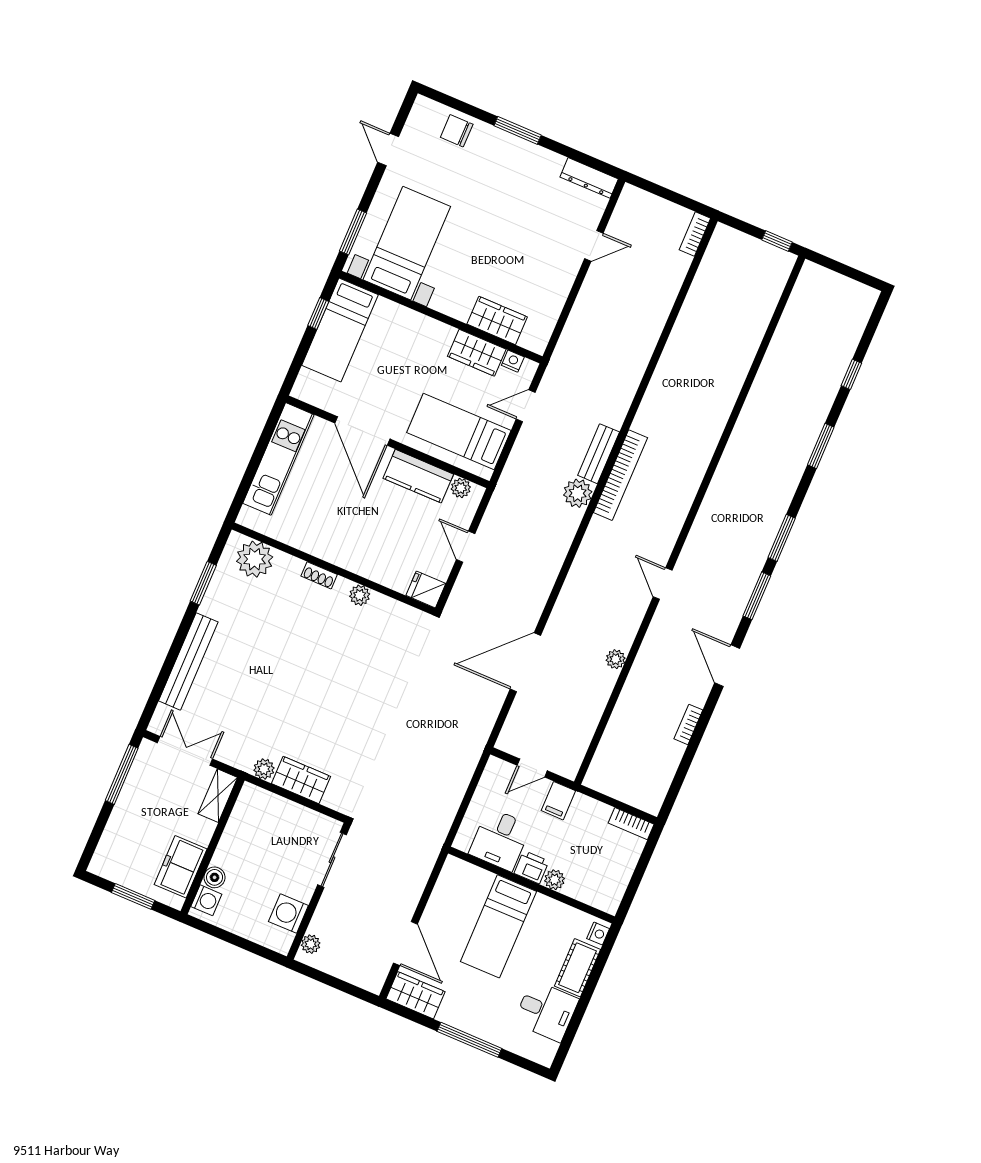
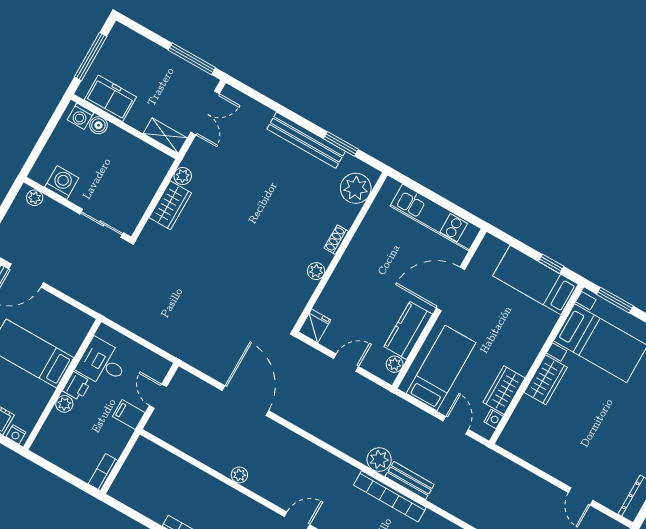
wardrobe: (497, 320) -> (546, 380), moved
bench: (188, 661) -> (306, 140), moved
window: (133, 896) -> (91, 57), width x1.44

